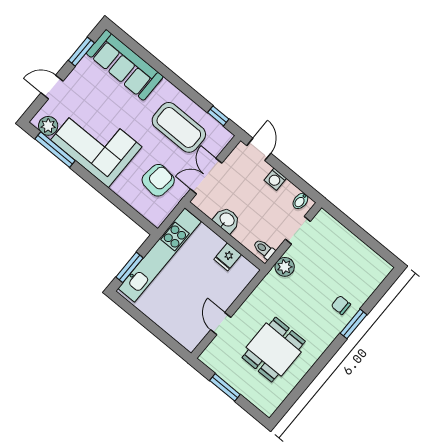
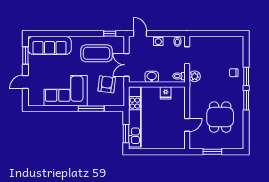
plant: (48, 126) -> (38, 101), removed
window: (55, 150) -> (91, 109), moved
door: (221, 324) -> (187, 125), swing flipped
window: (327, 356) -> (246, 100), added

